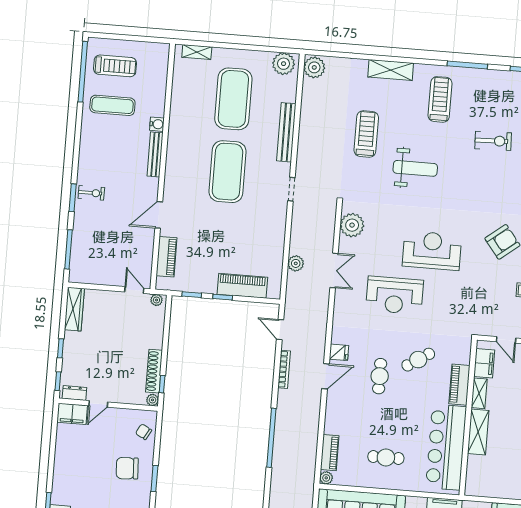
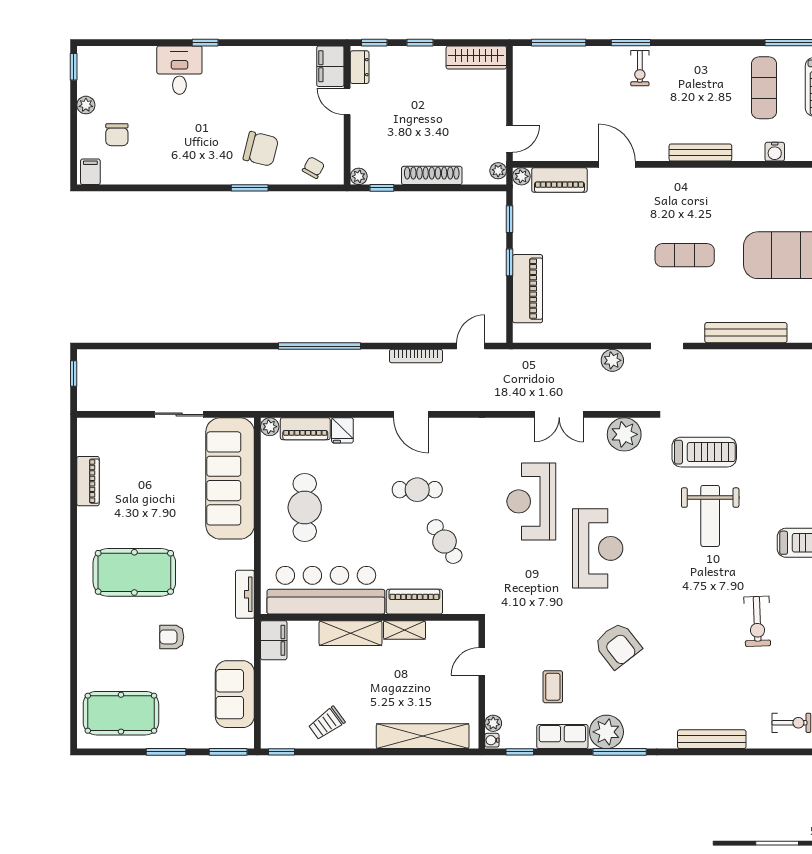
water cooler: (157, 124) -> (775, 152), moved
treadmill: (366, 134) -> (704, 452), moved
exercise mat: (228, 172) -> (685, 255), width x0.50, depth x0.69
plant: (296, 263) -> (612, 360), moved
plant: (162, 284) -> (521, 176), added
fridge: (339, 352) -> (342, 430), moved
filing cabinet: (484, 363) -> (274, 640), moved, turned -90
shoe rack: (154, 371) -> (432, 175), moved
cafe table: (386, 458) -> (305, 508), width x1.37, depth x1.35
chair: (127, 468) -> (261, 149), turned 107

